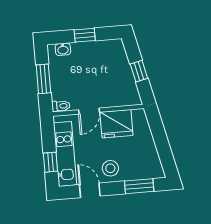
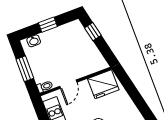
window: (139, 71) -> (93, 32), moved
fridge: (116, 124) -> (103, 84), moved

